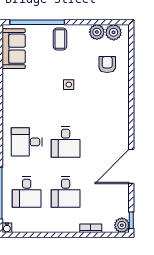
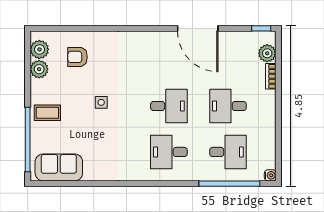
desk: (27, 142) -> (169, 152), turned 90
desk: (66, 192) -> (228, 106), turned 180
plant: (122, 225) -> (267, 53), moved

